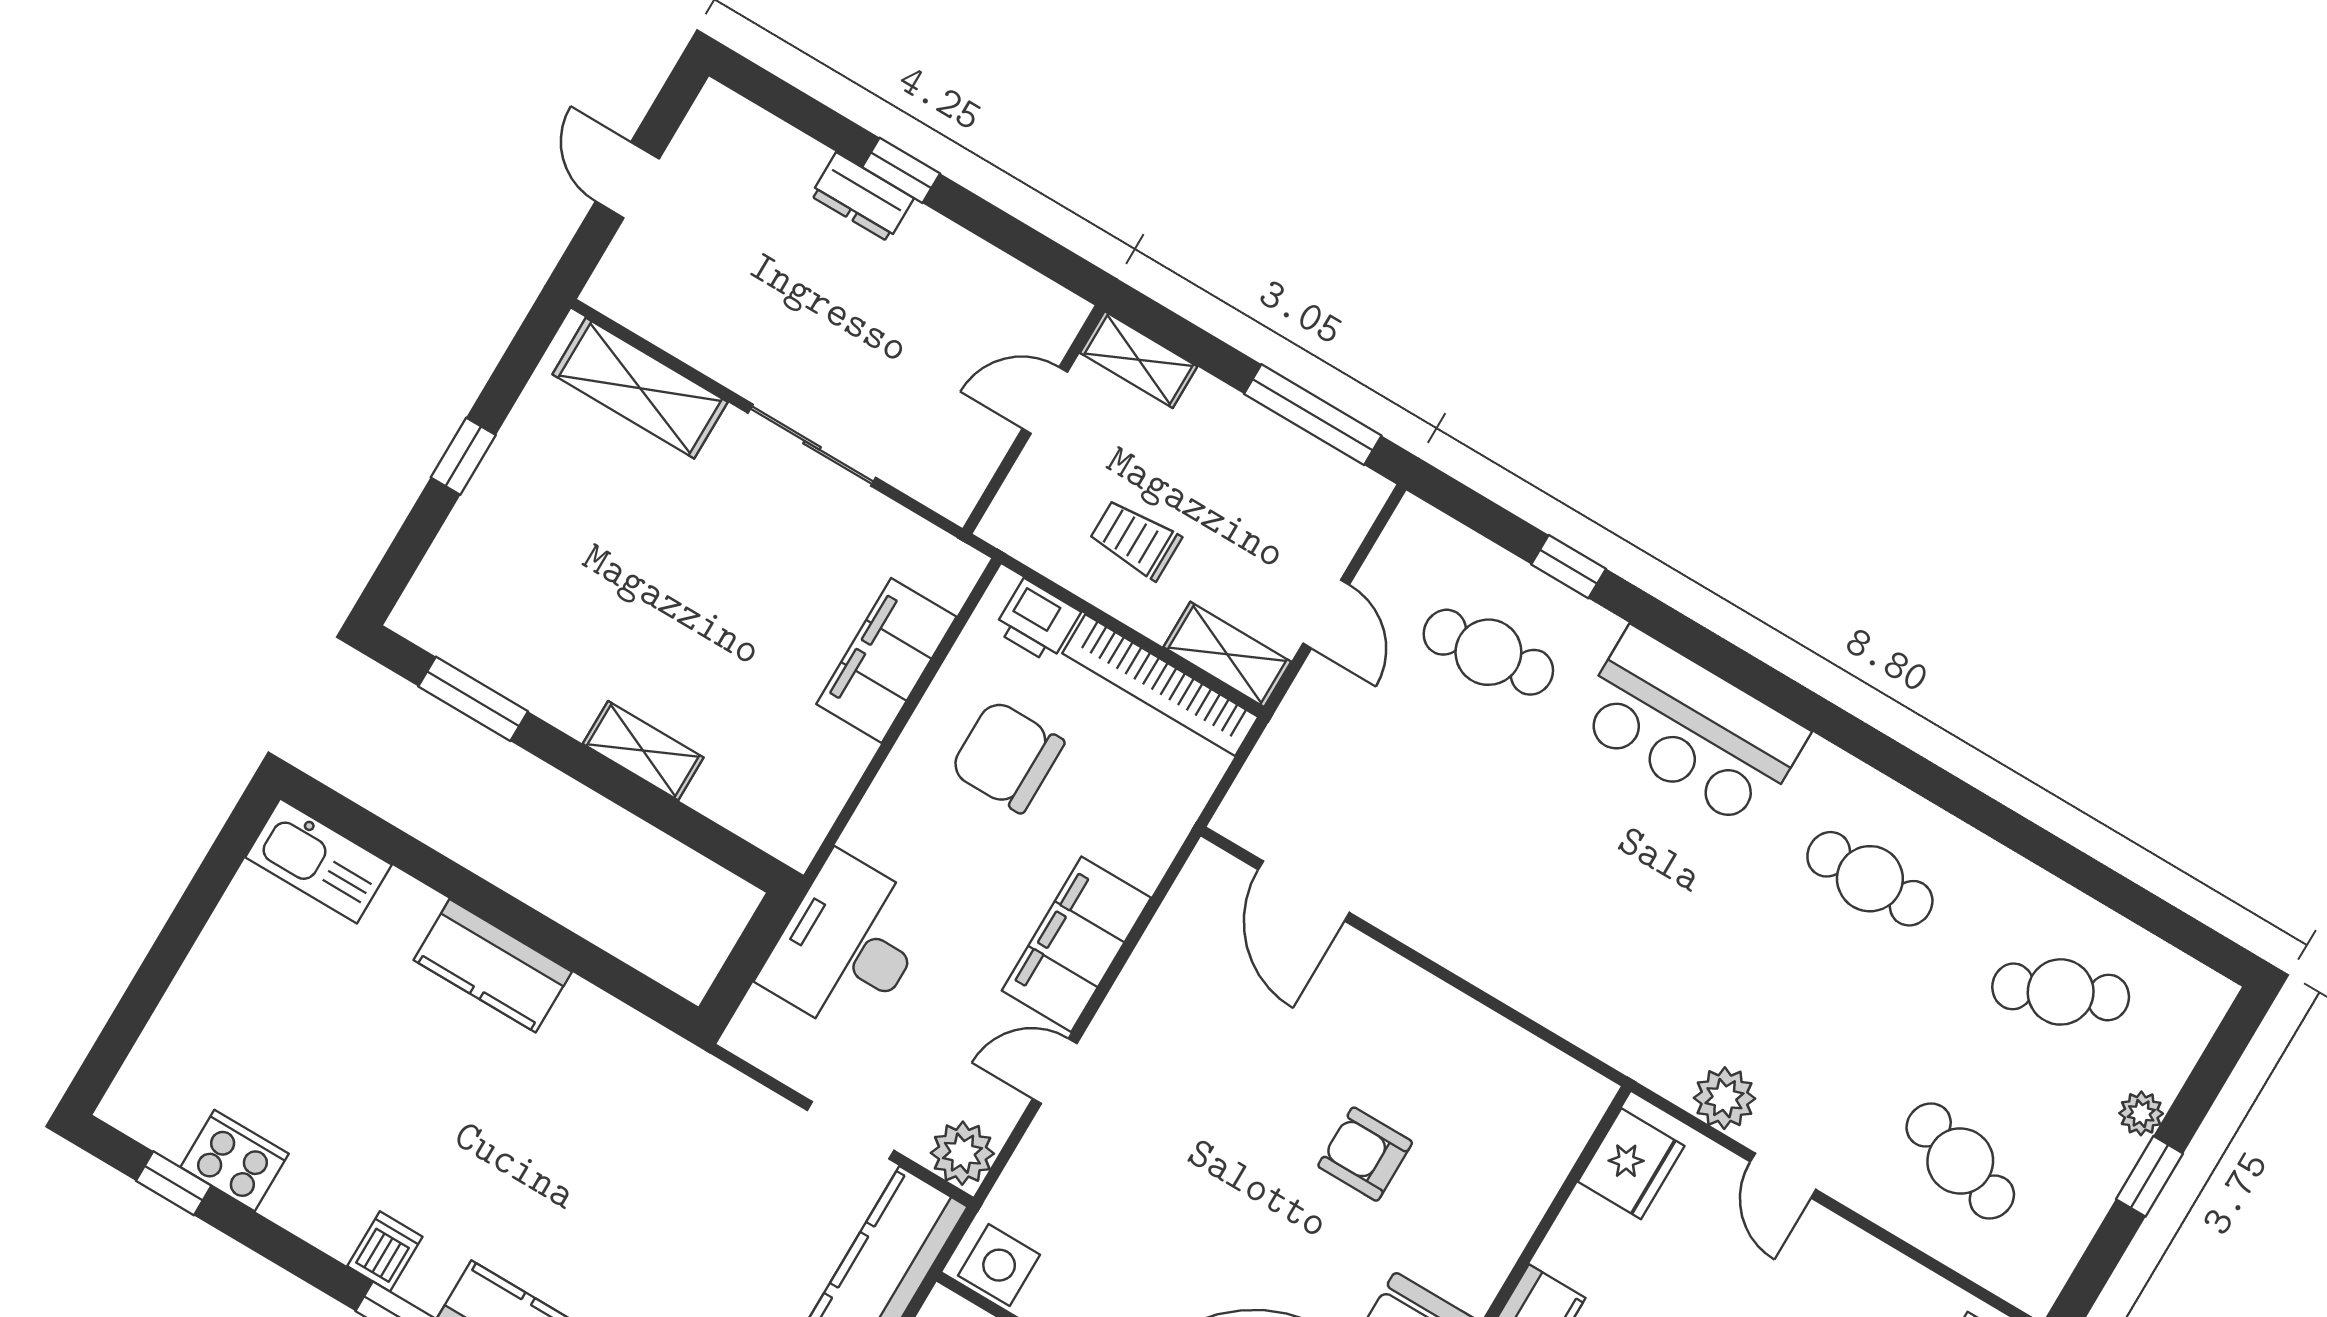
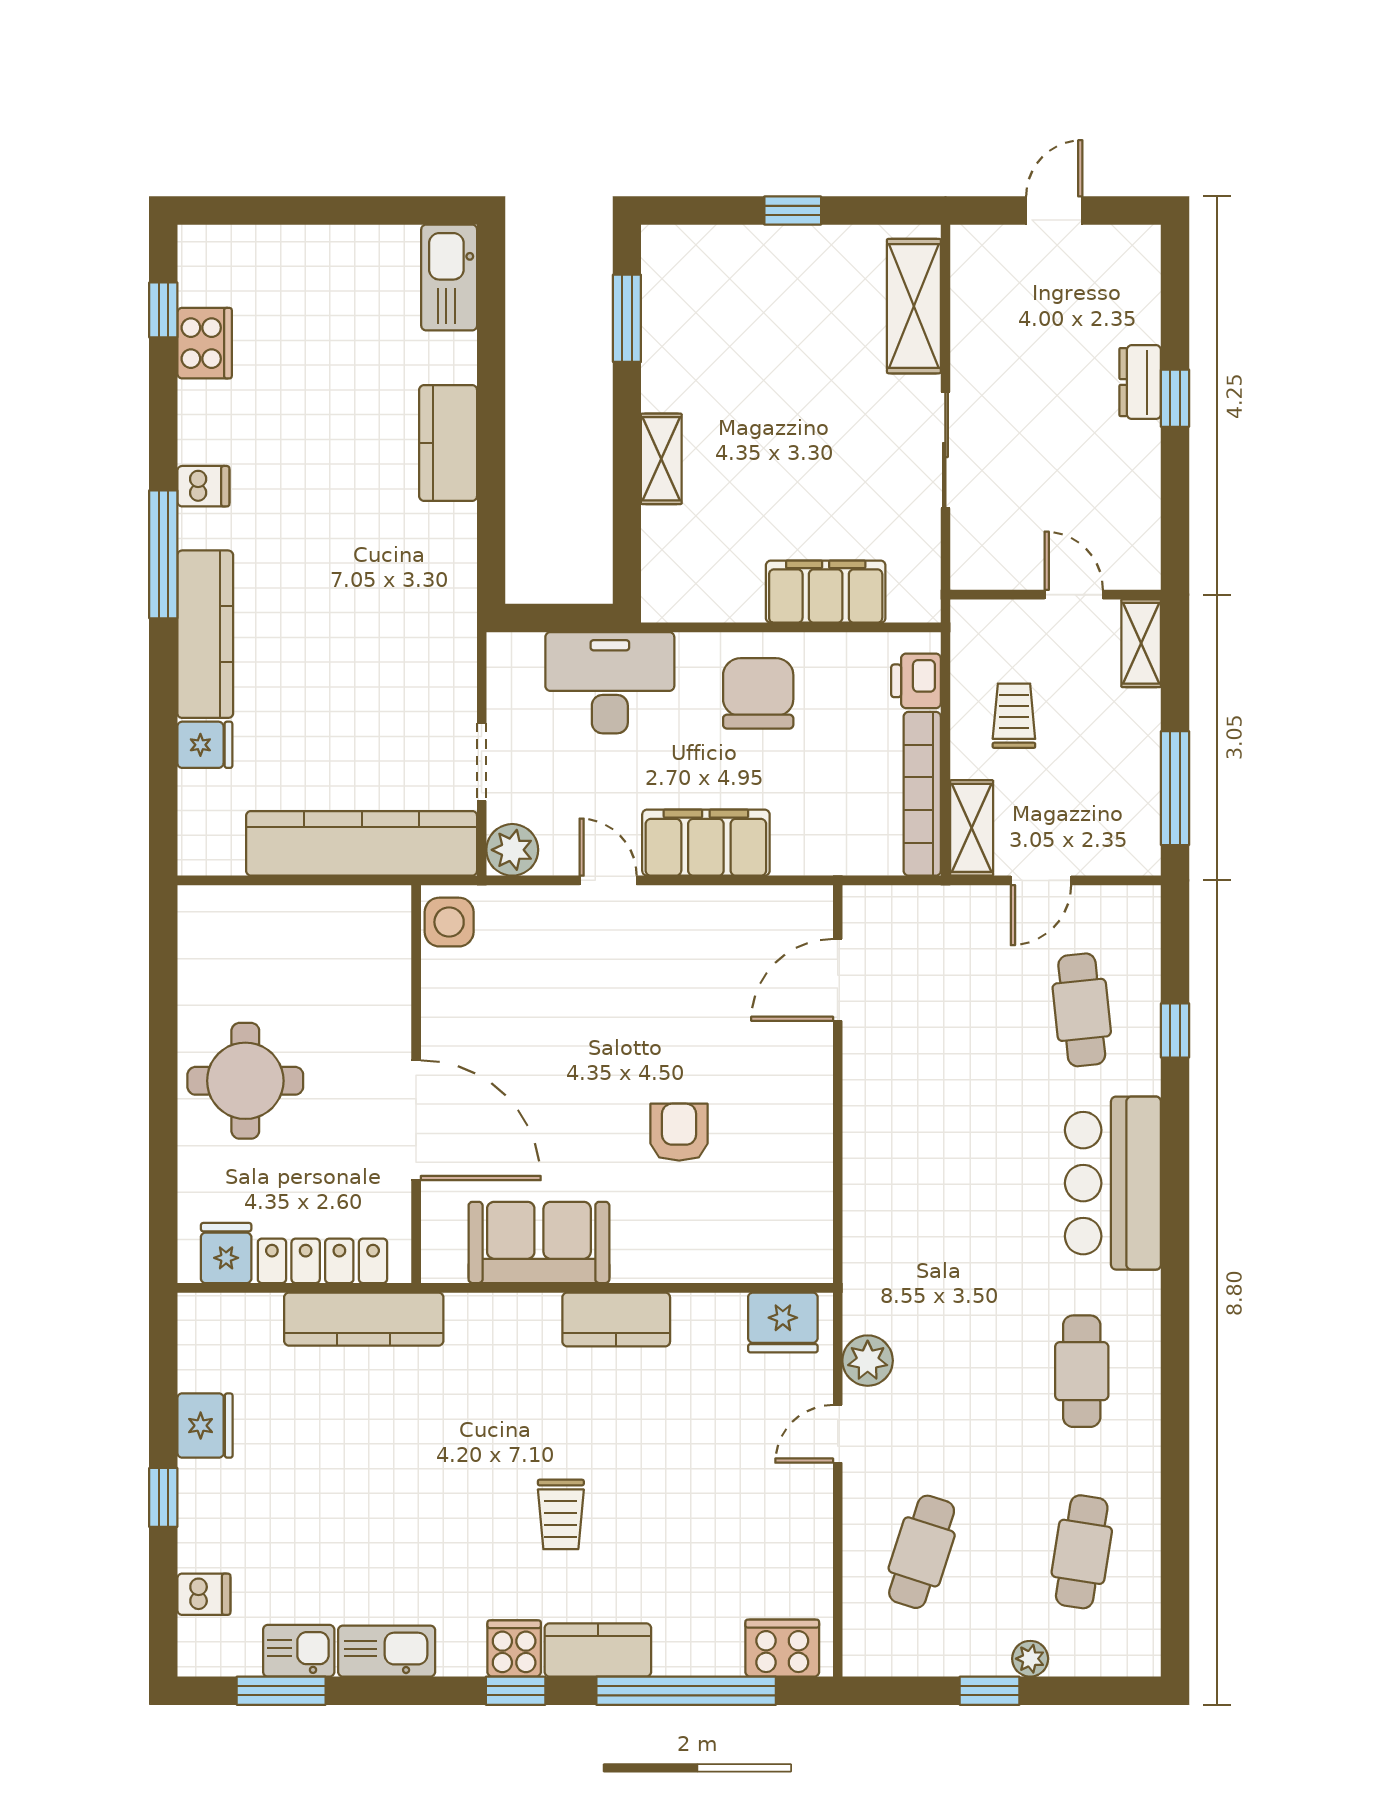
chair: (1007, 756) -> (758, 693), moved
cafe table: (2061, 992) -> (1082, 1552), turned 33

